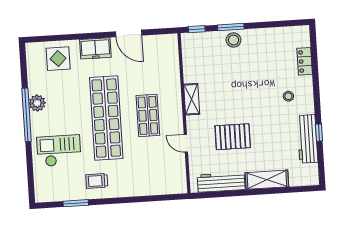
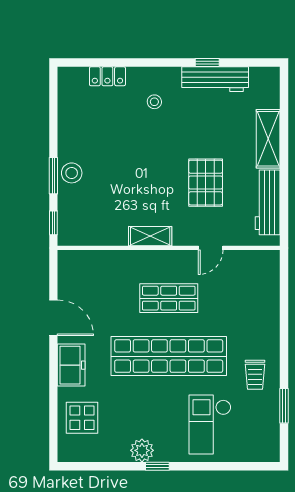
door: (129, 33) -> (53, 318), hinge flipped
window: (27, 115) -> (157, 466), width x0.32

